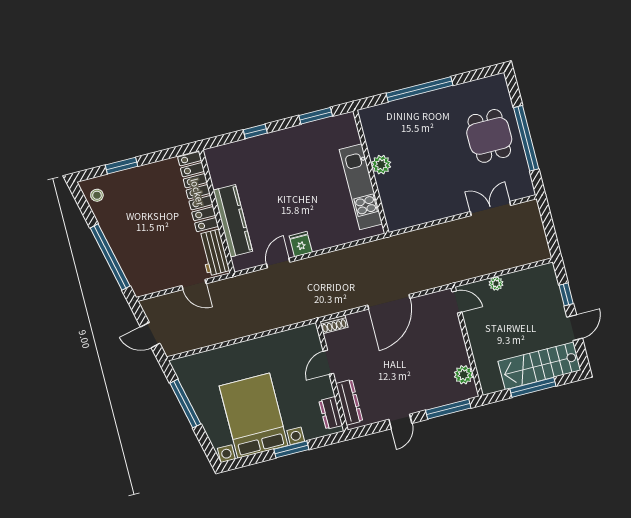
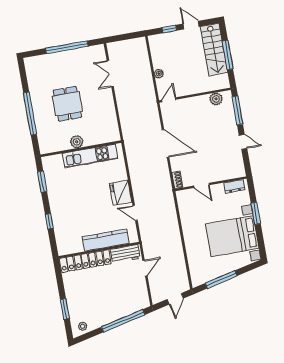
dining table: (489, 136) -> (67, 104), moved, turned 90
fridge: (301, 244) -> (121, 193), width x1.88, depth x1.34
dresser: (349, 402) -> (228, 174), removed

